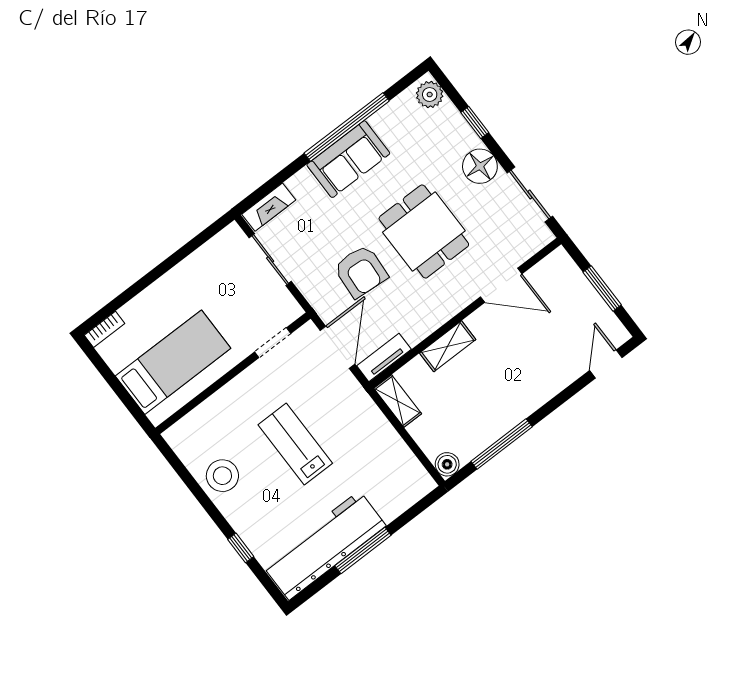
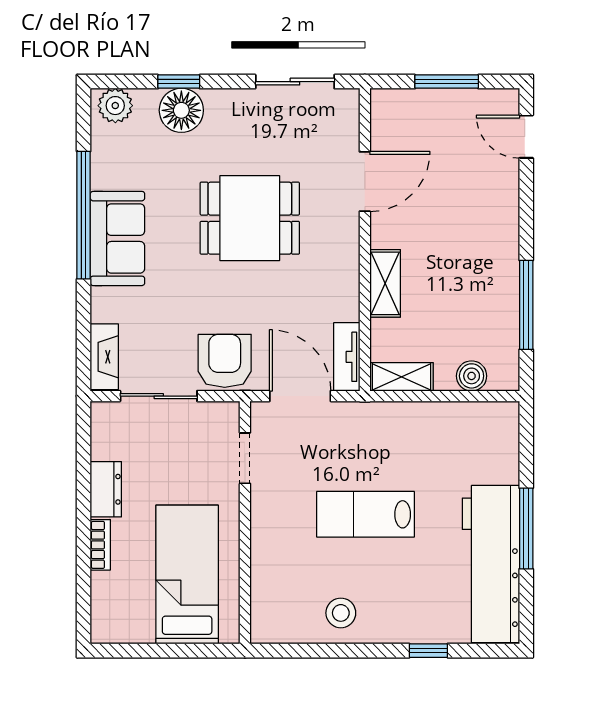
floor lamp: (480, 166) -> (181, 110), moved
dresser: (187, 271) -> (106, 489), added
armchair: (361, 271) -> (225, 361), moved, turned -94
bookcase: (104, 329) -> (100, 545), moved
boiler: (447, 464) -> (472, 376), moved
stool: (222, 476) -> (341, 613), width x0.73, depth x0.73

